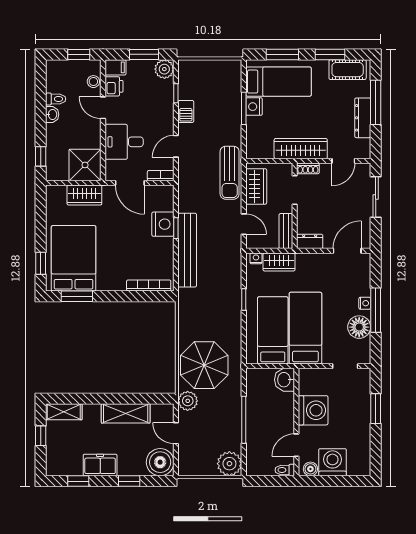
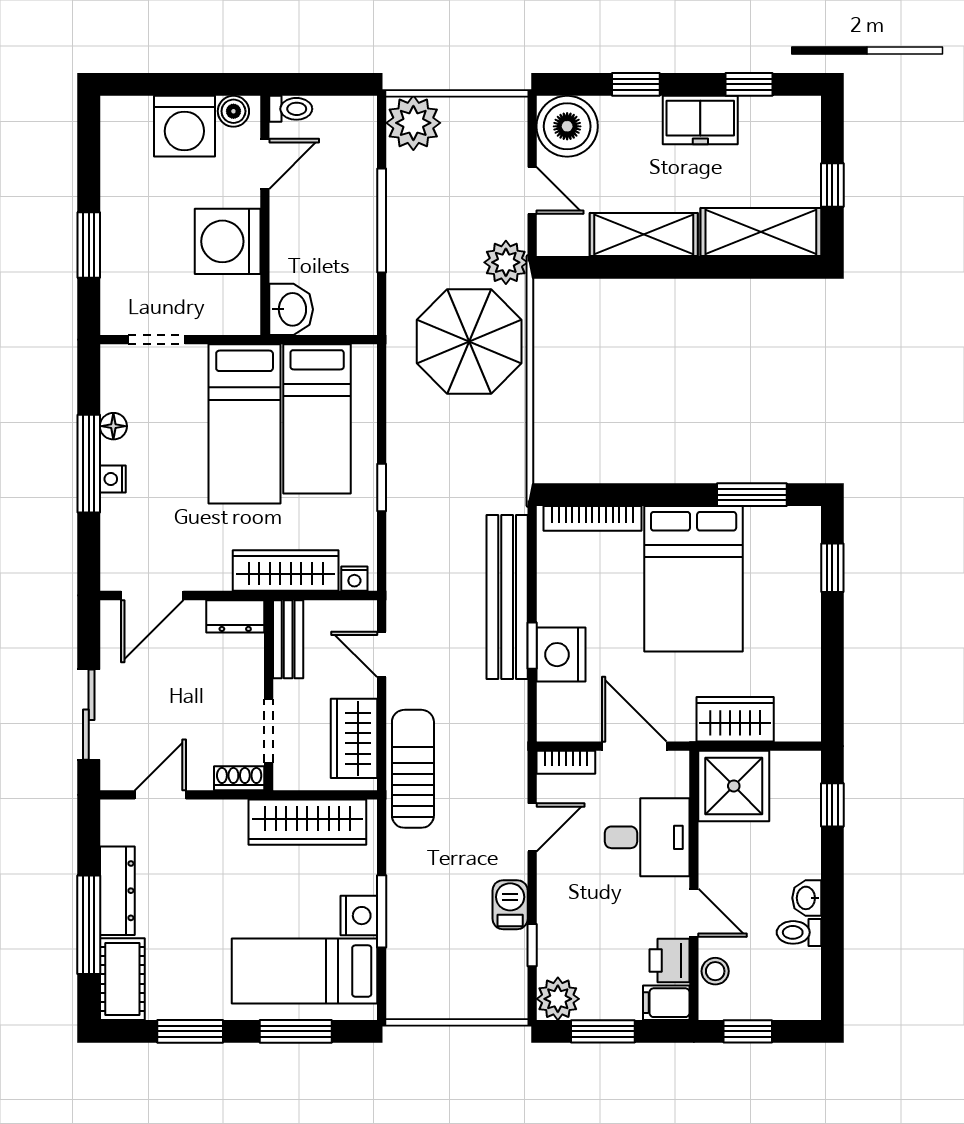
cot: (348, 70) -> (122, 979), moved, turned 90
wardrobe: (301, 149) -> (307, 822), moved
bed: (74, 258) -> (694, 579), moved
wardrobe: (279, 262) -> (286, 571), width x1.50
floor lamp: (359, 327) -> (113, 426), width x0.53, depth x0.53
shelving: (64, 412) -> (761, 232), width x1.50, depth x1.33

